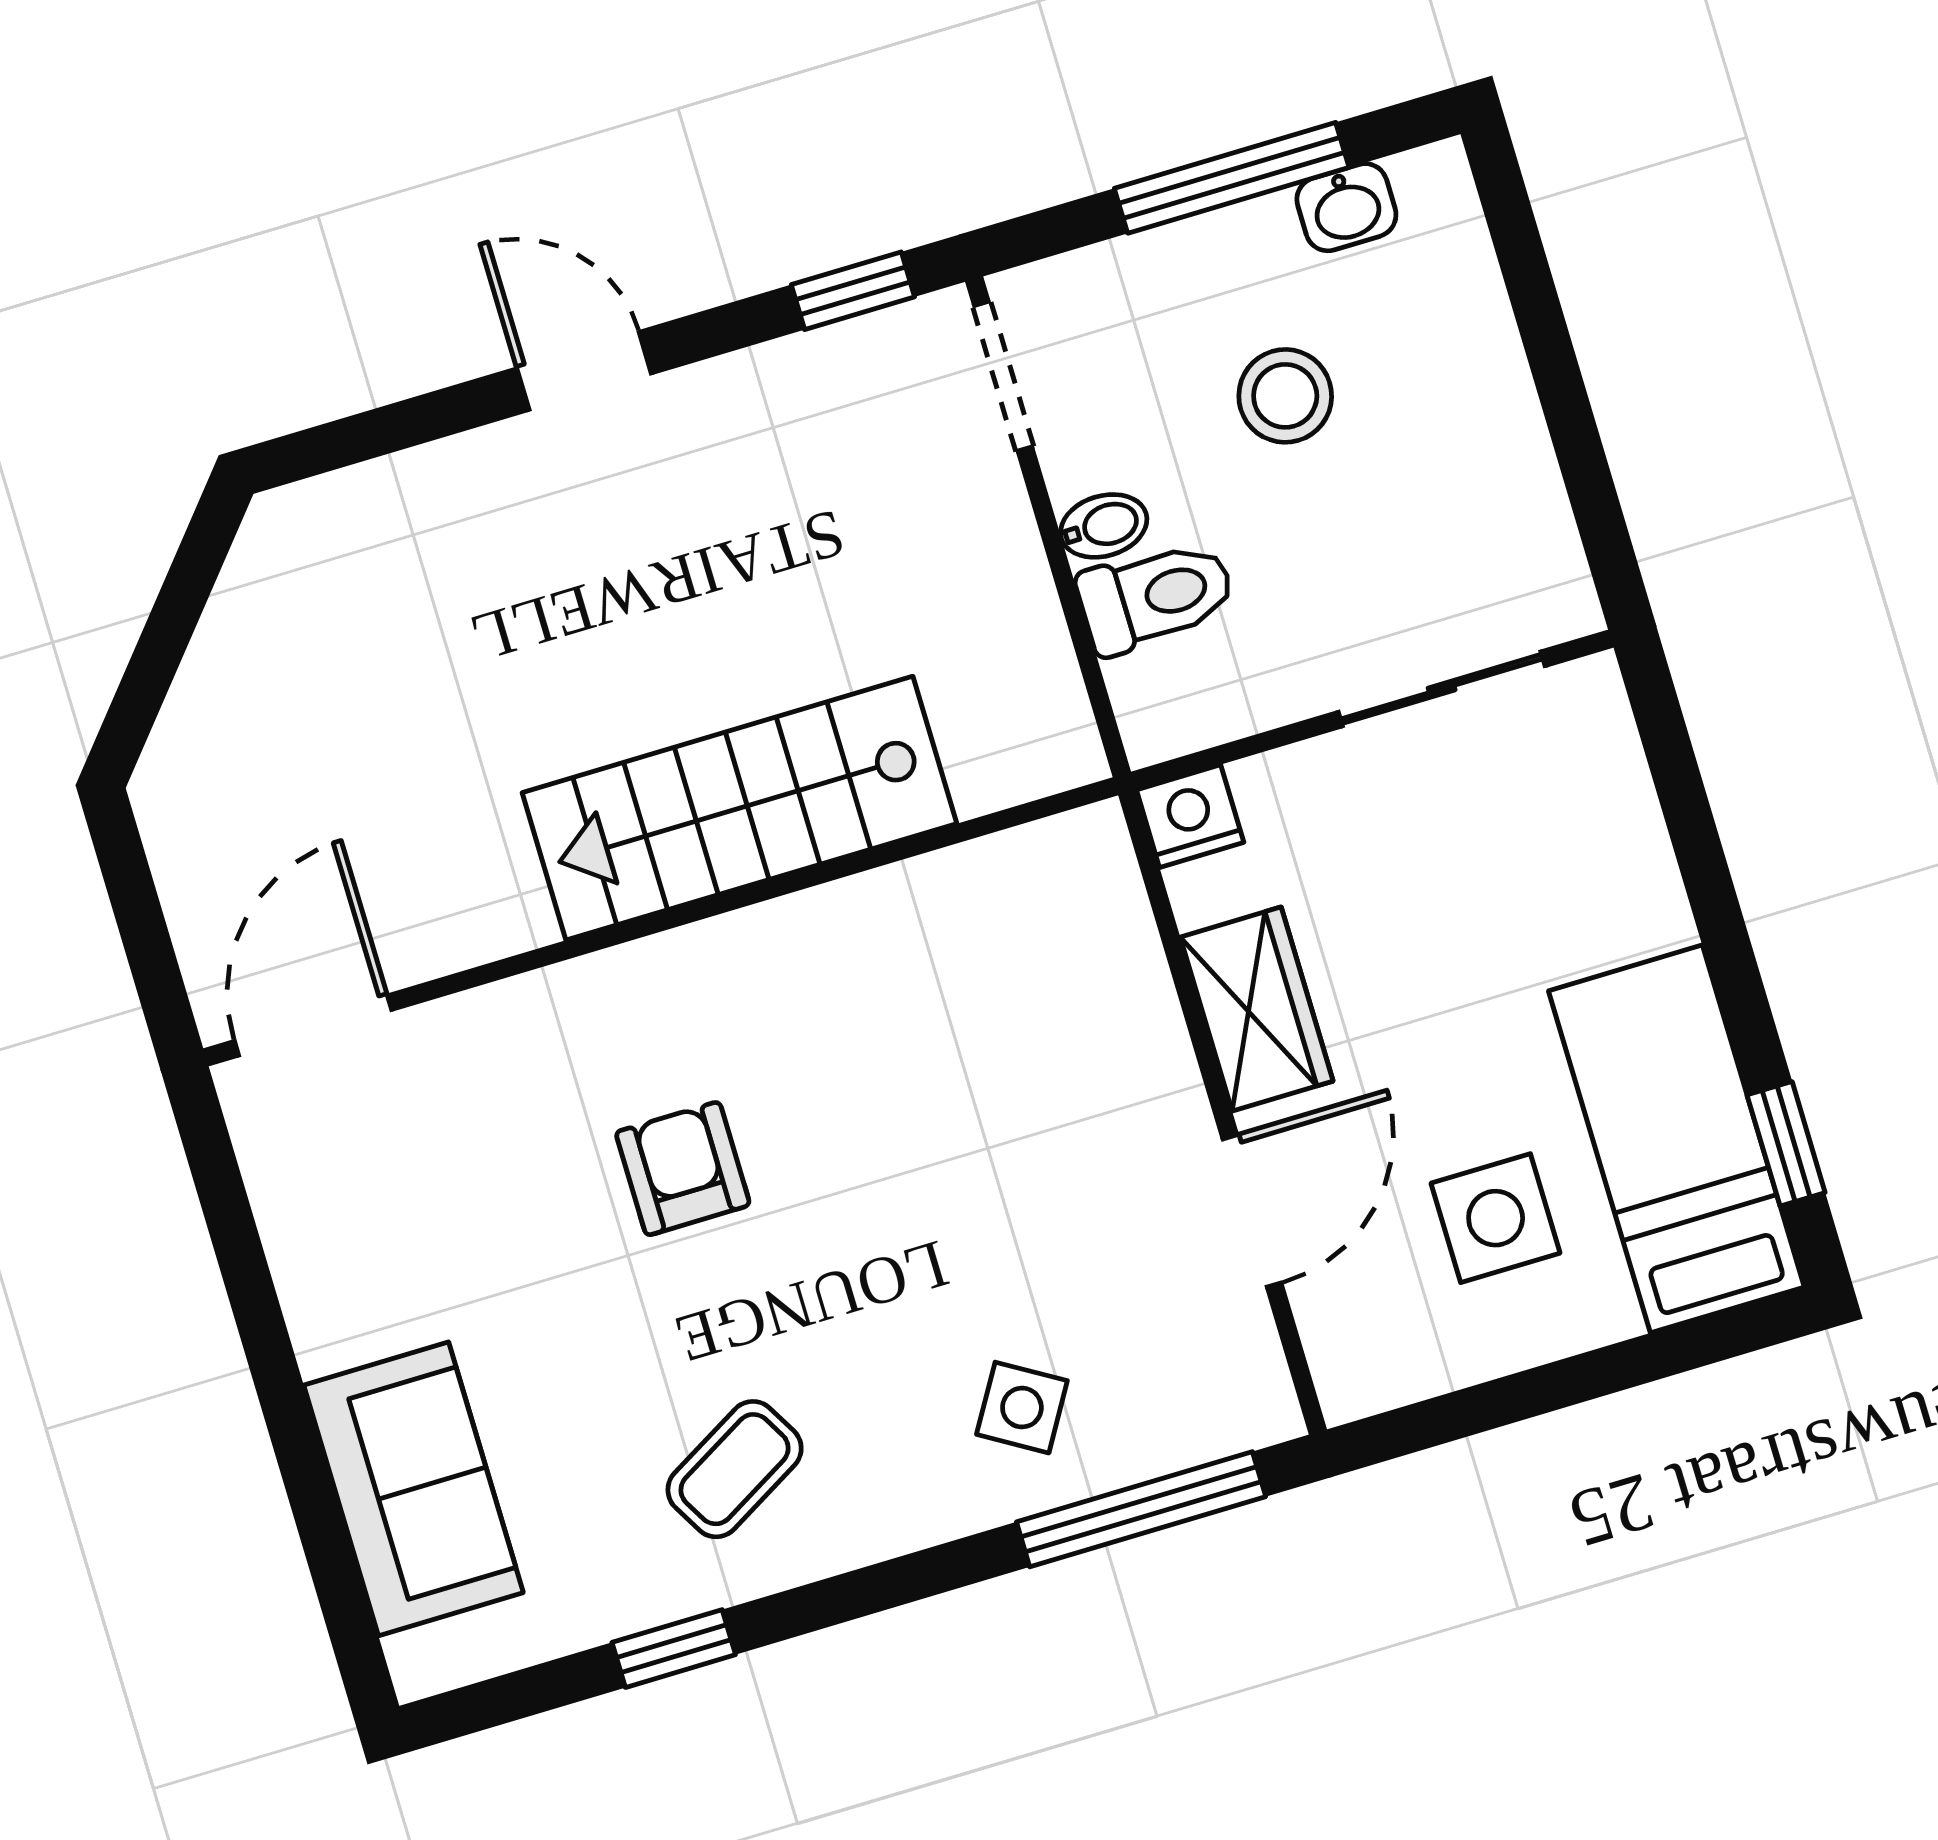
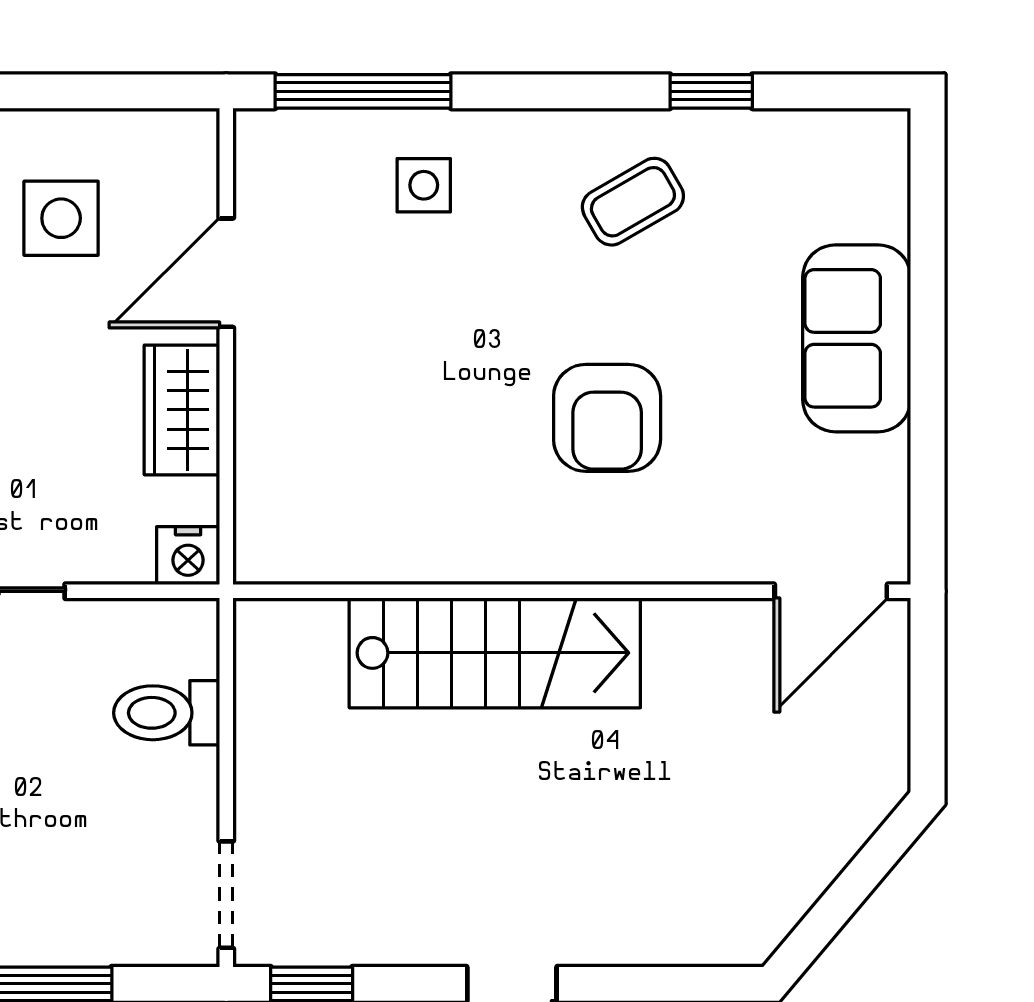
stool: (1285, 396) -> (37, 824), removed
bidet: (1104, 526) -> (188, 772), removed
armchair: (683, 1169) -> (607, 418), width x1.38, depth x1.38
side table: (1022, 1408) -> (424, 185), turned -31
sofa: (413, 1489) -> (857, 338), moved

